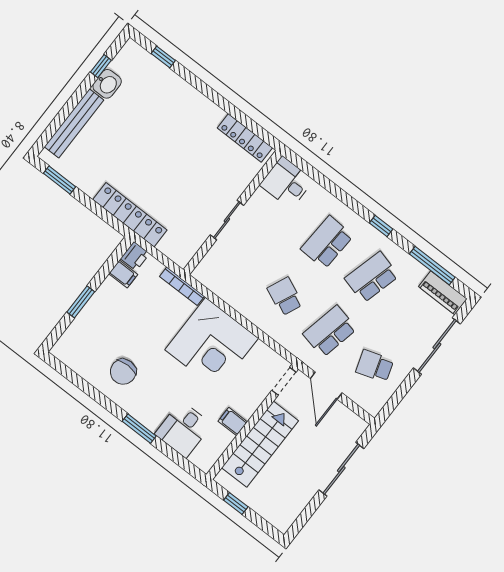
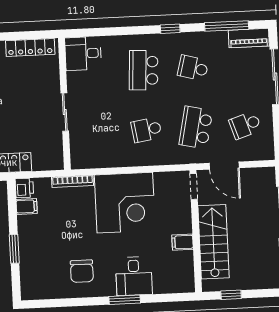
school desk: (372, 277) -> (193, 68), width x0.54
school desk: (285, 296) -> (146, 130), turned -33
desk: (183, 429) -> (134, 276), moved

